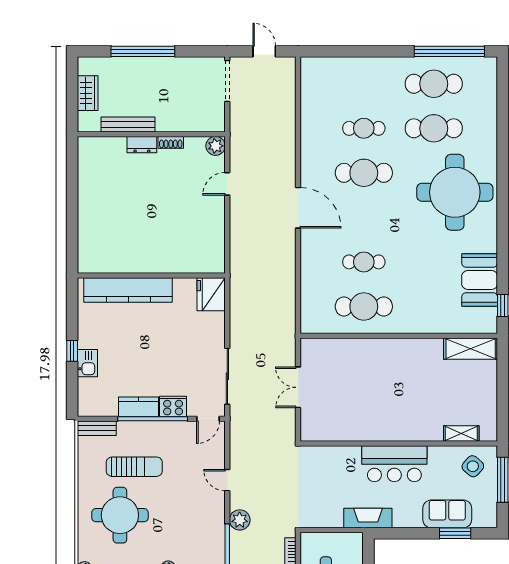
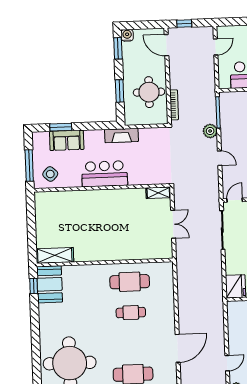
door: (298, 208) -> (178, 348), swing flipped
booth: (480, 280) -> (50, 284), moved
shelving: (461, 433) -> (158, 193), moved

